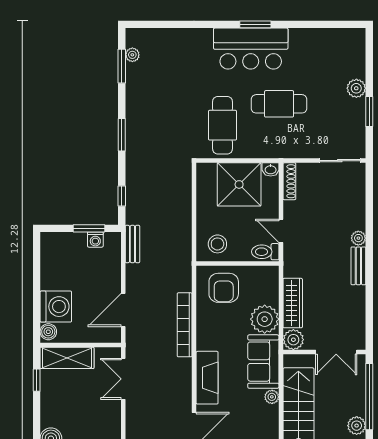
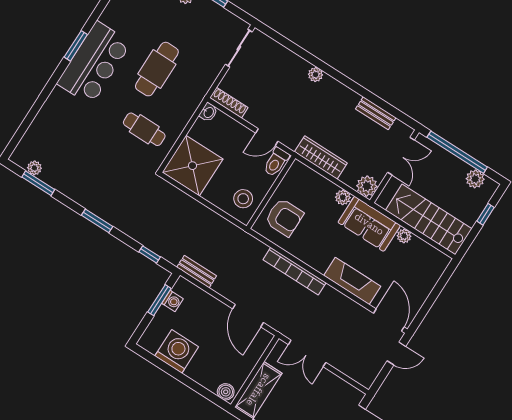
cafe table: (222, 125) -> (144, 129), width x0.73, depth x0.74
shower: (239, 184) -> (192, 166), moved
bench: (358, 266) -> (376, 113), moved
wardrobe: (293, 303) -> (321, 157), moved
washing machine: (56, 307) -> (177, 351), moved
plant: (265, 319) -> (343, 197), width x0.53, depth x0.53

